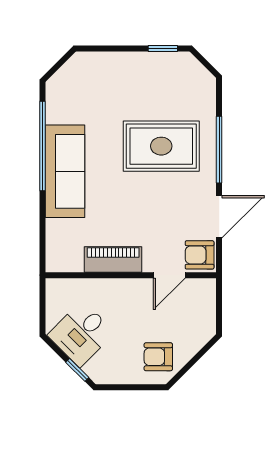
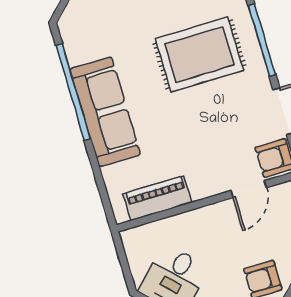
piano: (113, 260) -> (157, 198), moved

